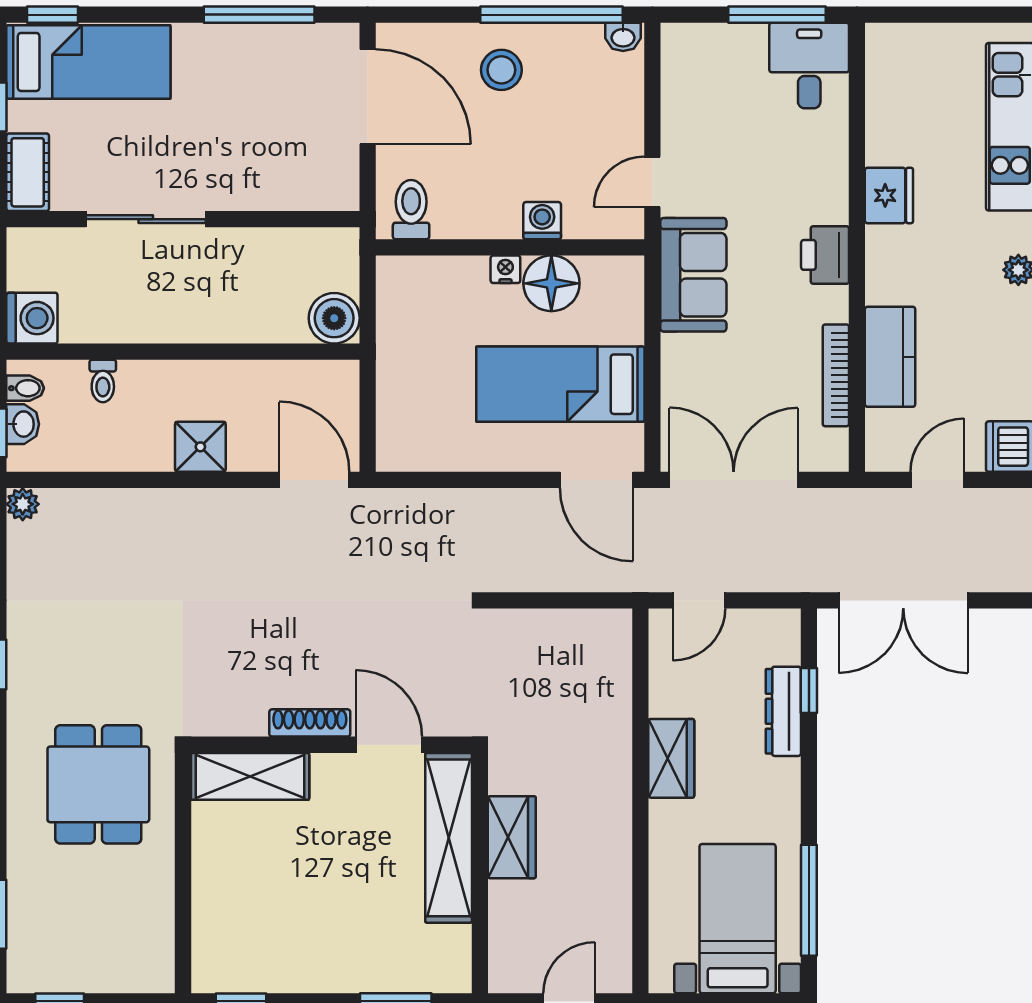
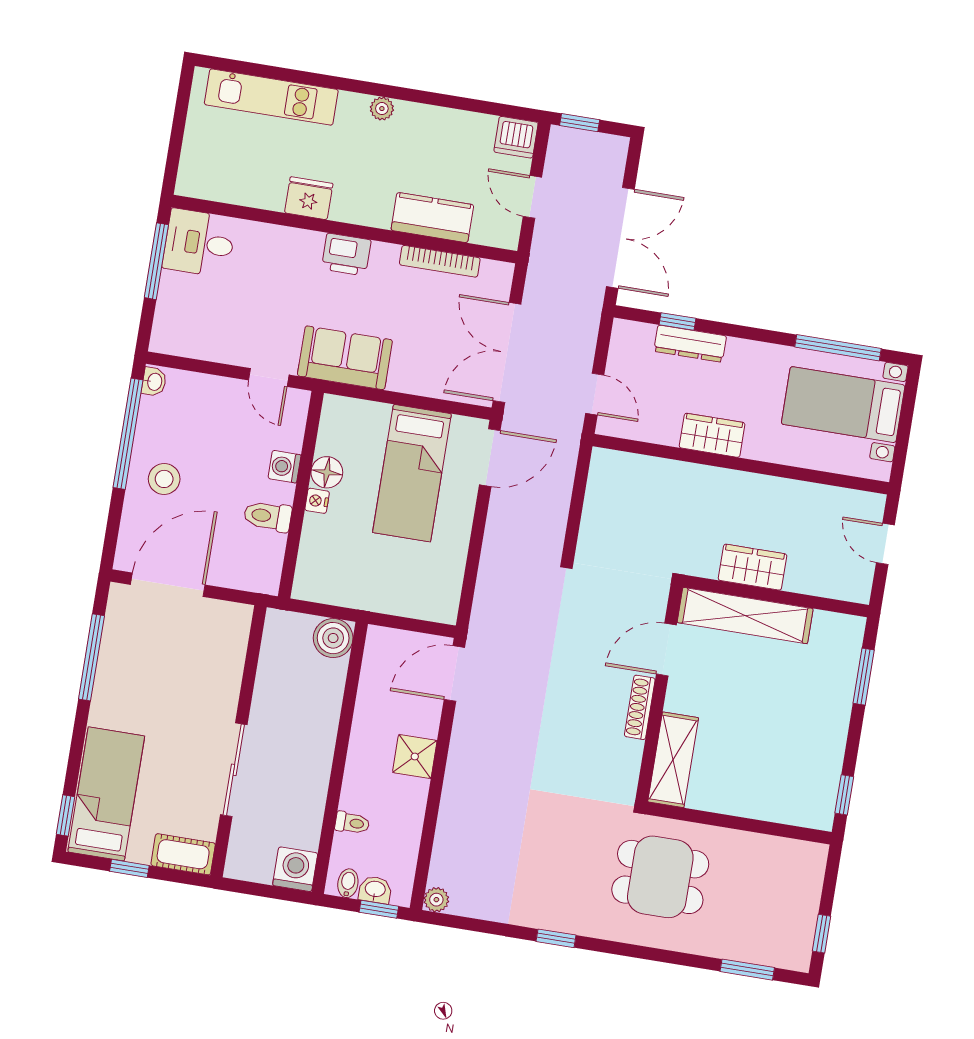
toilet: (411, 210) -> (268, 516), moved
floor lamp: (551, 283) -> (327, 472), width x0.73, depth x0.73

